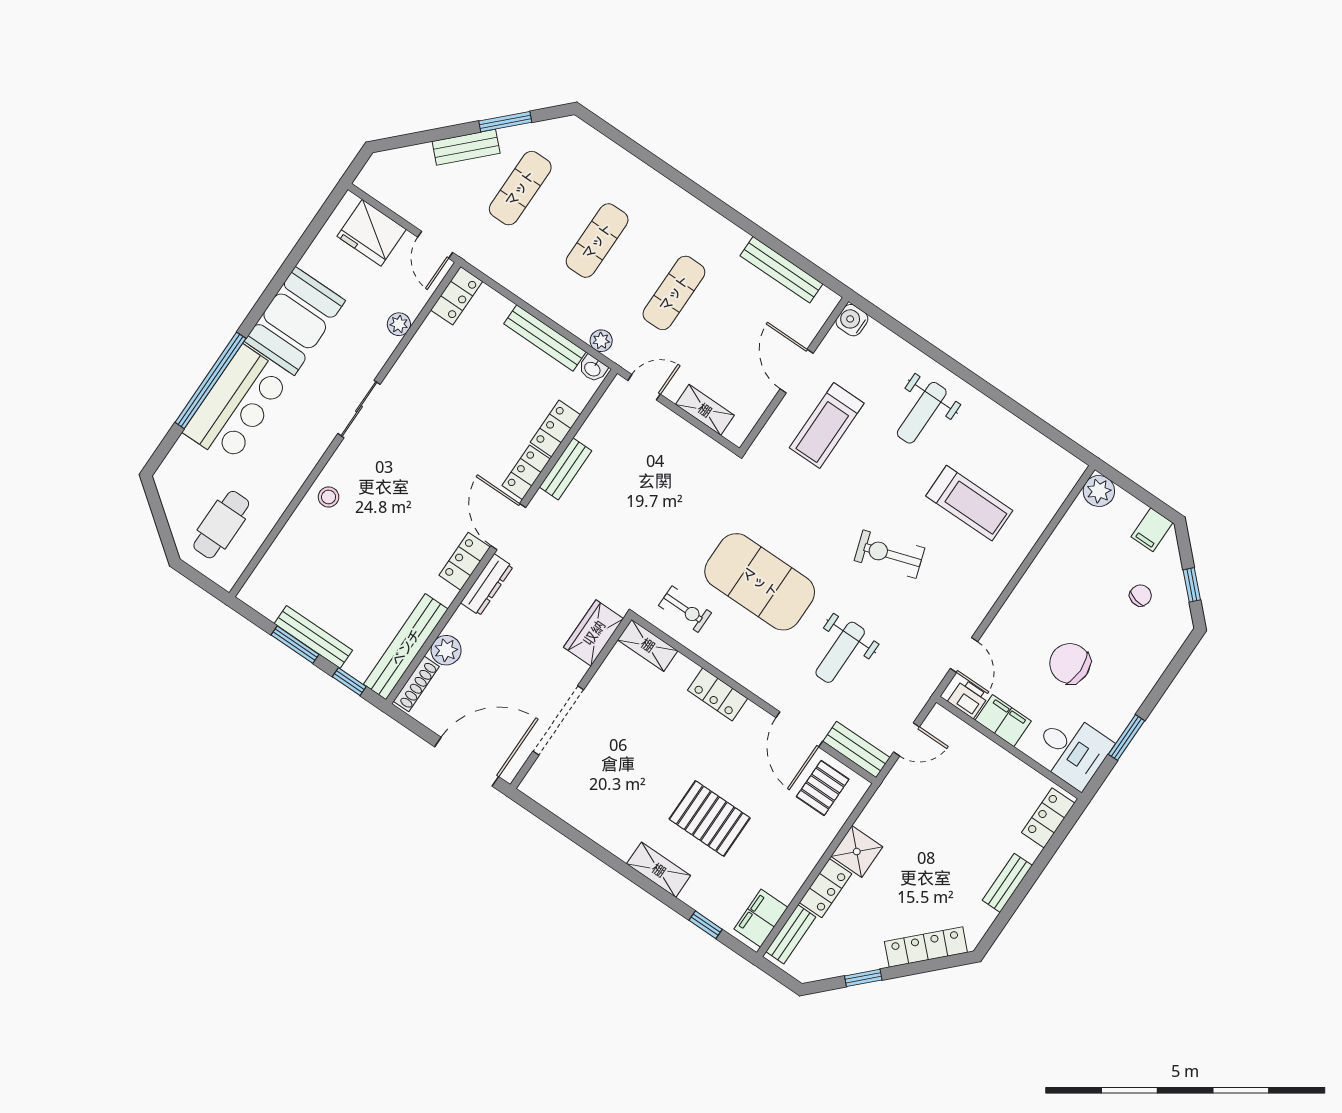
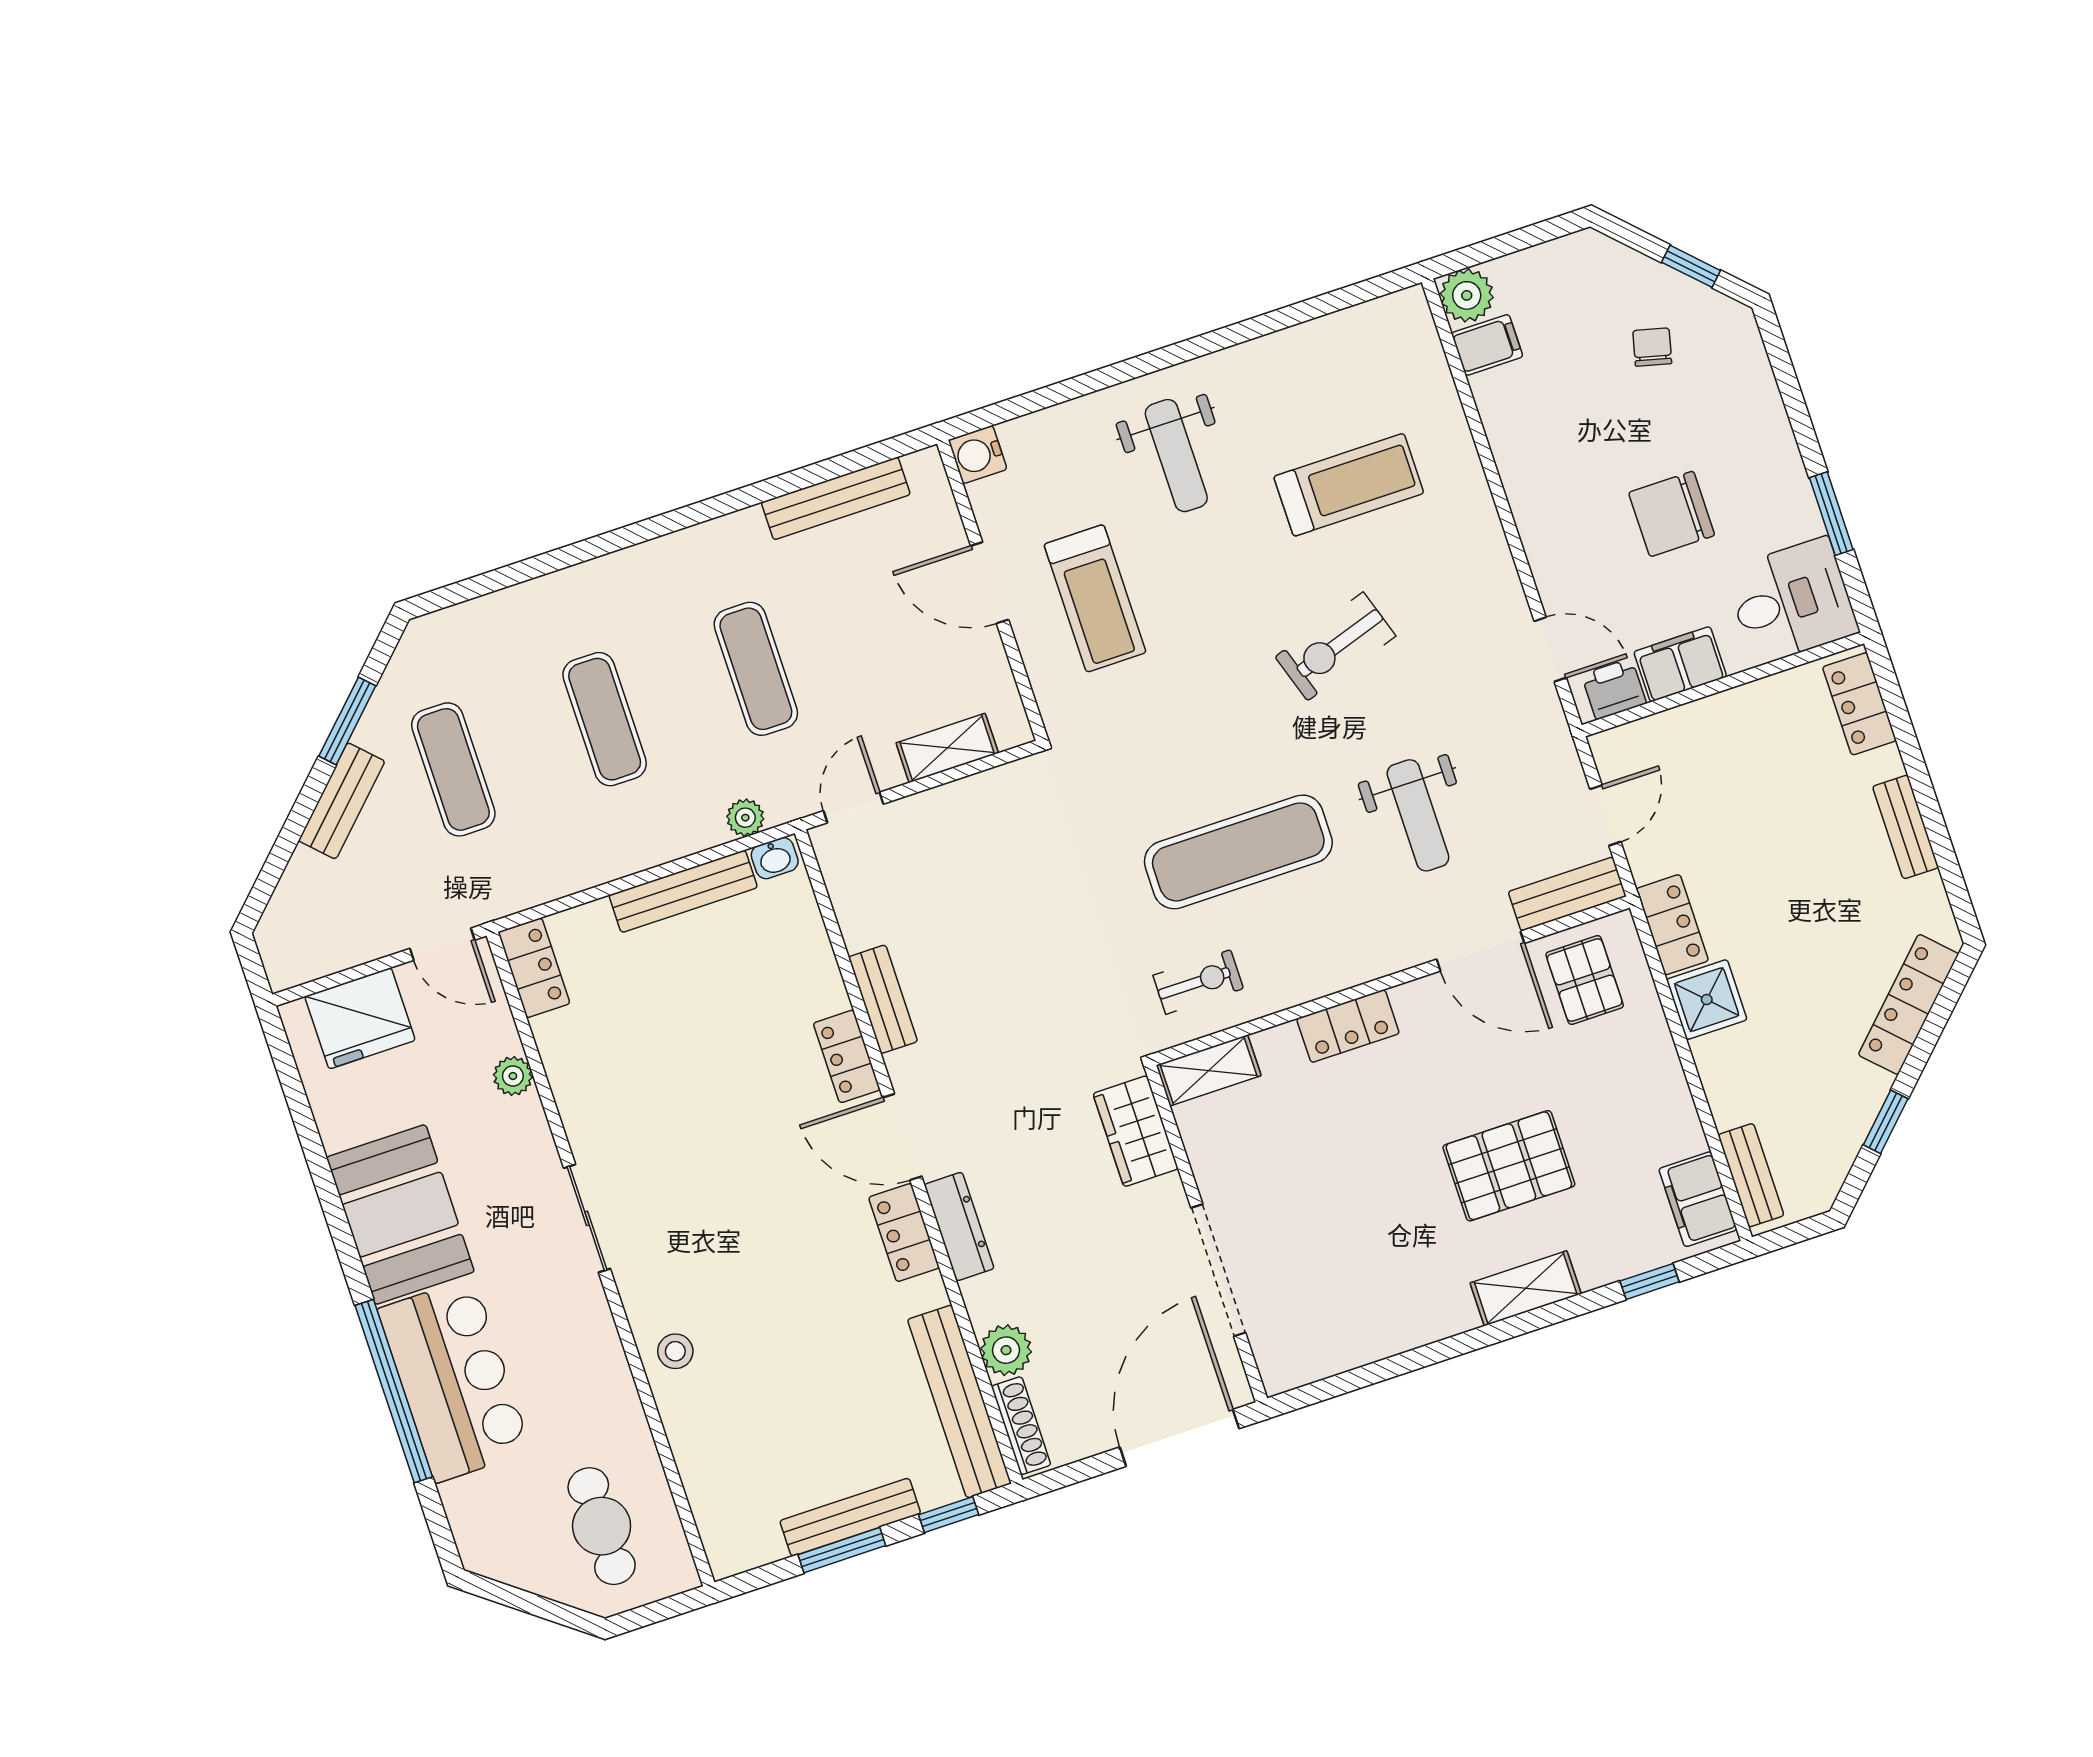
locker: (555, 429) -> (818, 971), removed
filing cabinet: (1152, 530) -> (1487, 345), moved, turned -90
exercise mat: (760, 582) -> (1238, 852), width x0.68
locker: (825, 888) -> (1672, 925), moved

